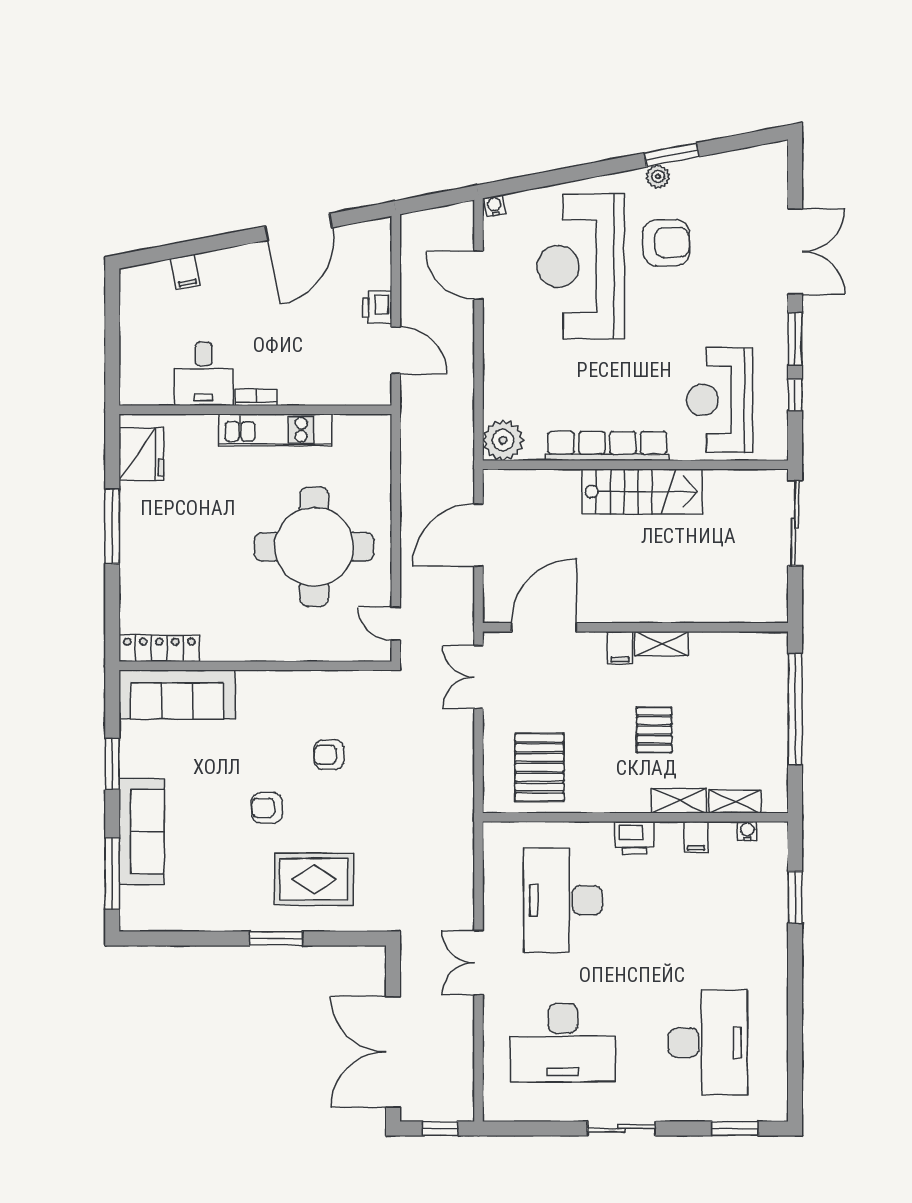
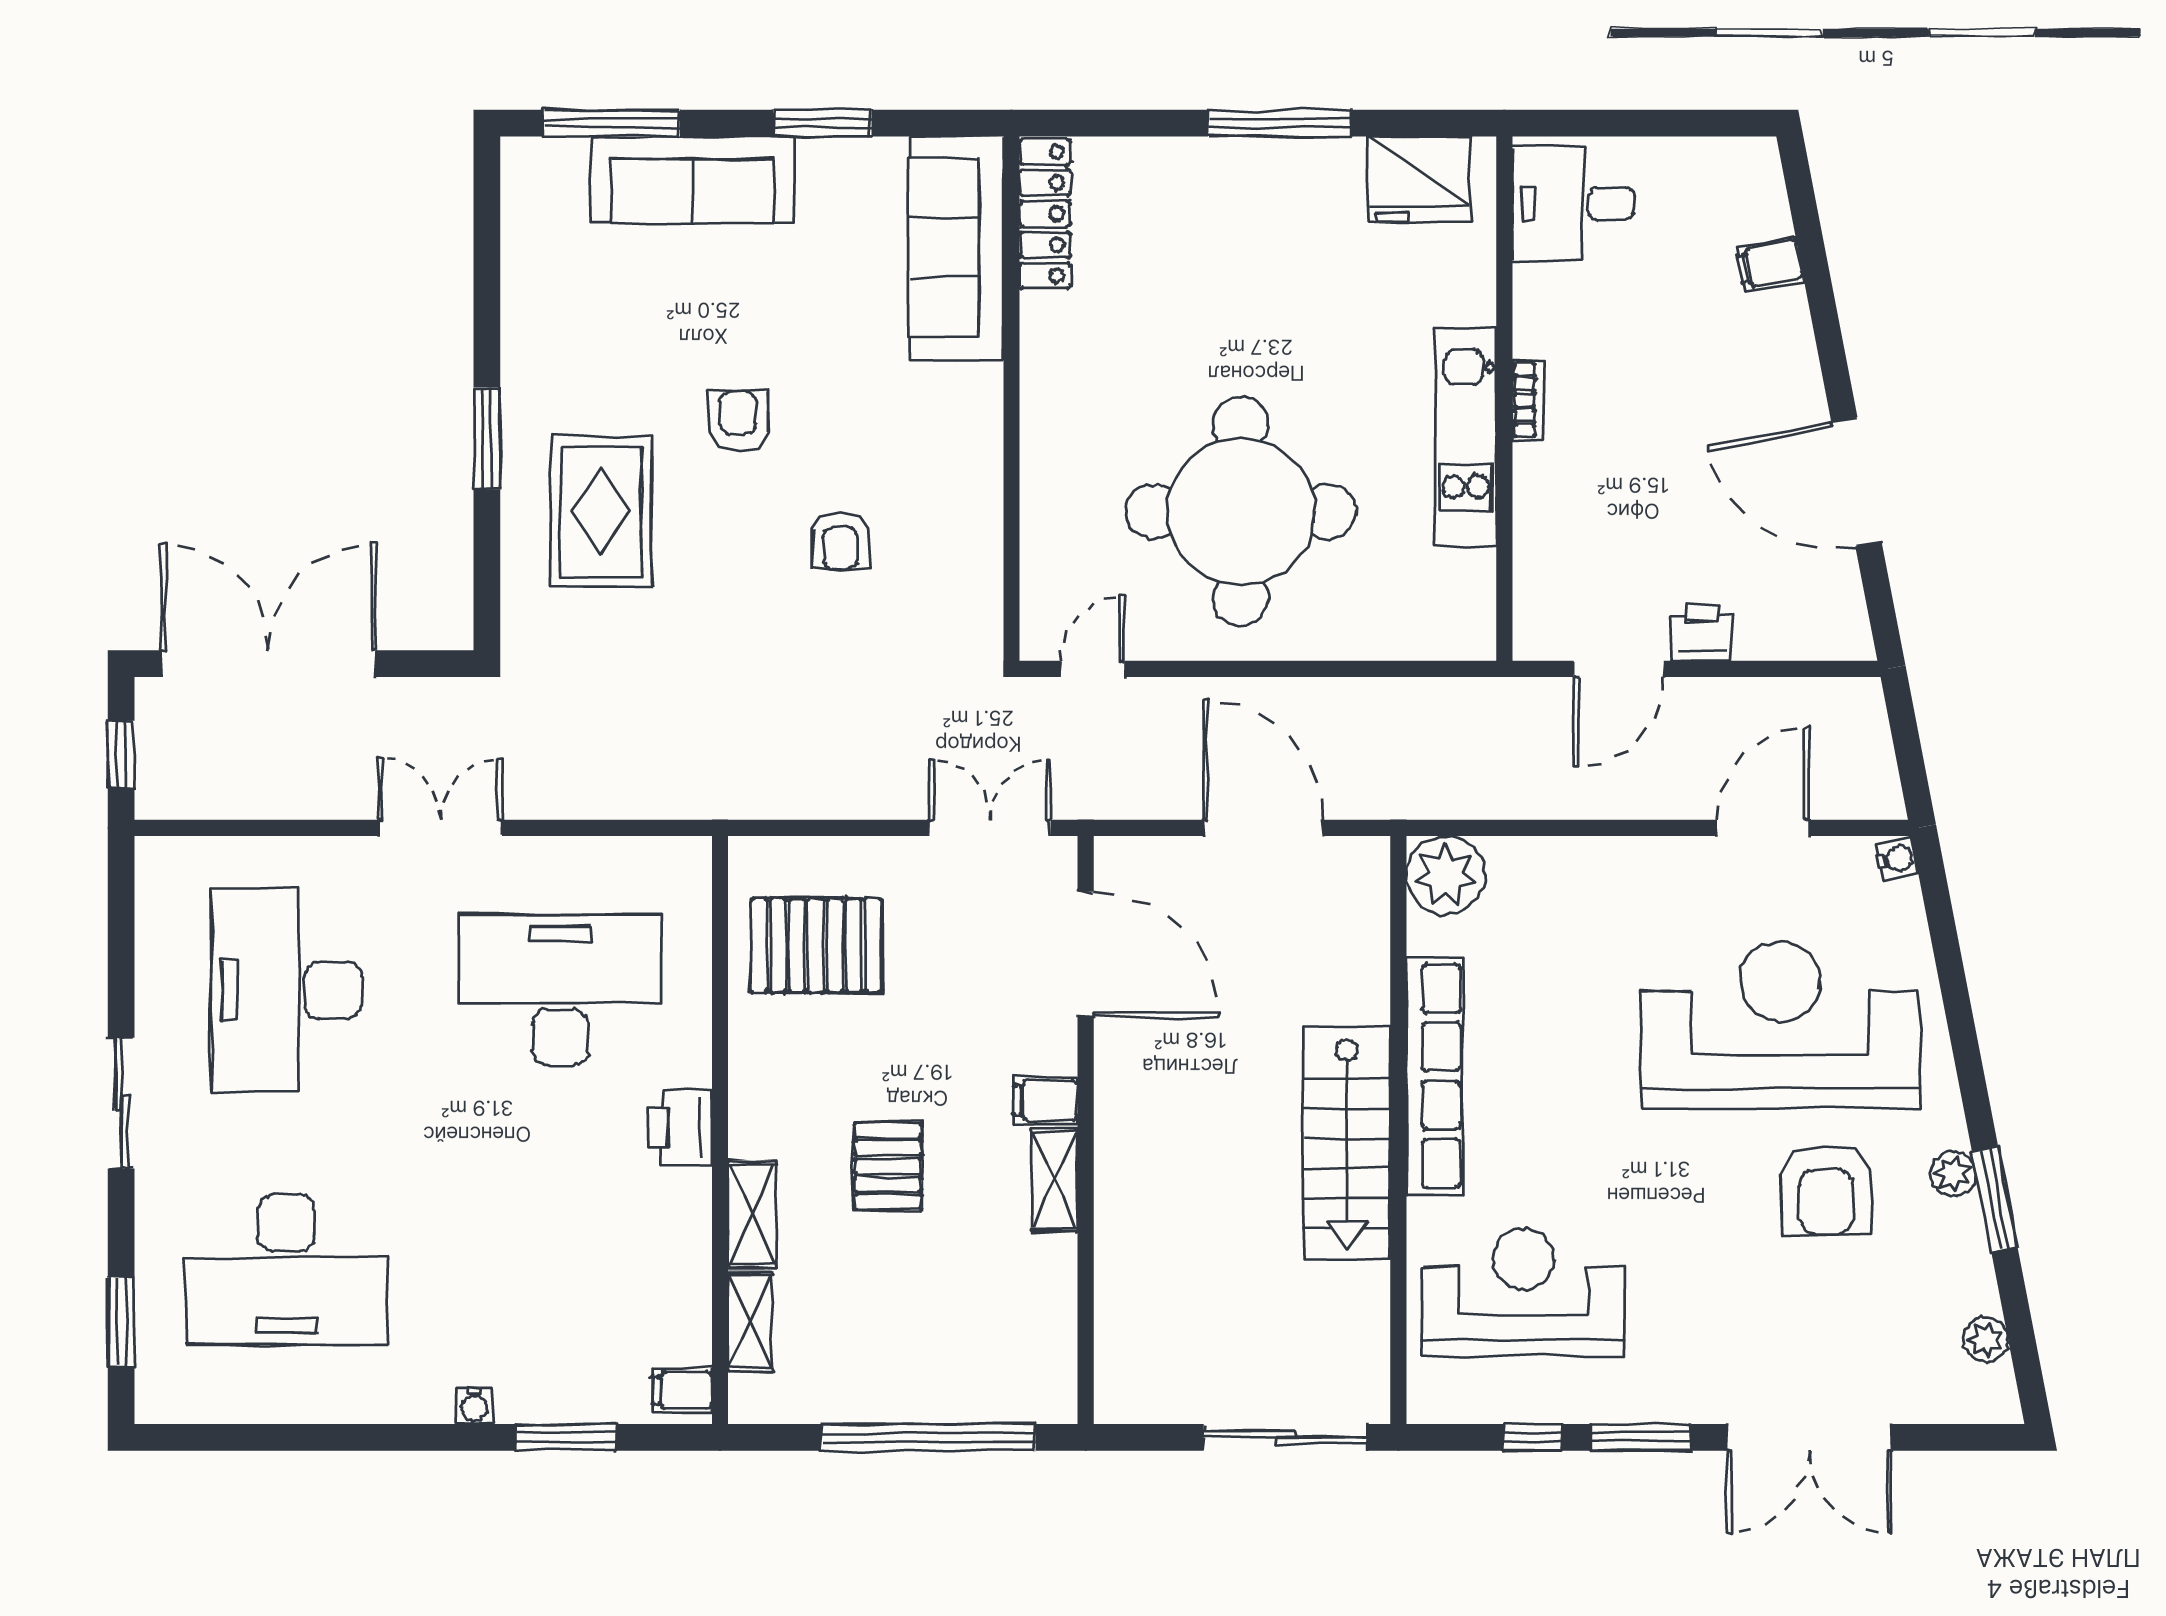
plant: (744, 160) -> (1986, 1340), added
desk: (204, 374) -> (1574, 203), moved
pallet: (654, 730) -> (888, 1166), turned 90
armchair: (329, 755) -> (840, 540), turned 180
water cooler: (747, 831) -> (474, 1406), moved, turned 90
filing cabinet: (696, 837) -> (682, 1390), moved

